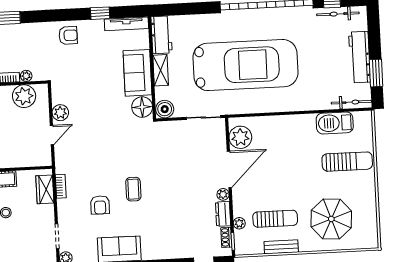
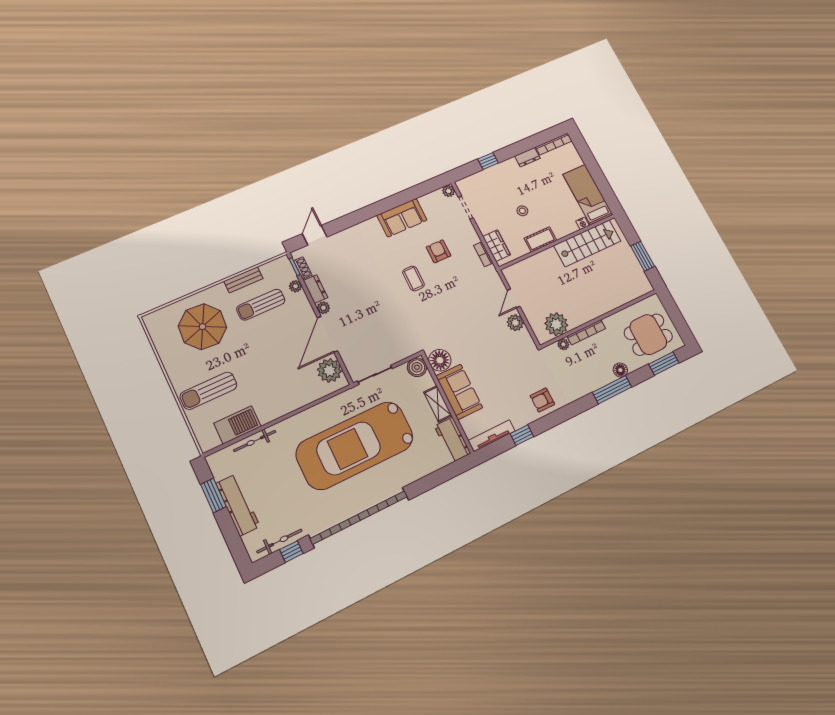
bicycle: (351, 102) -> (255, 441), moved

